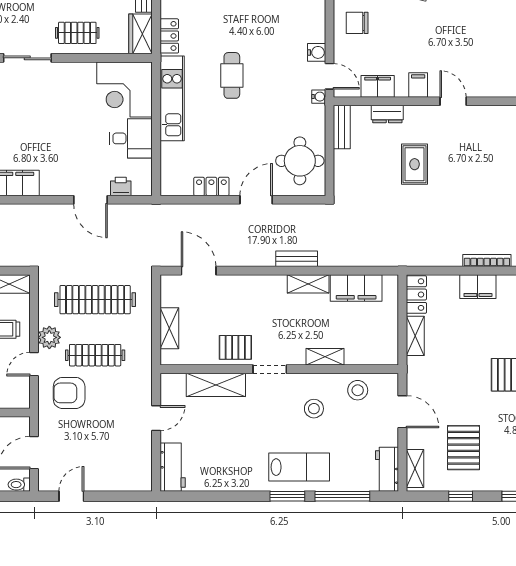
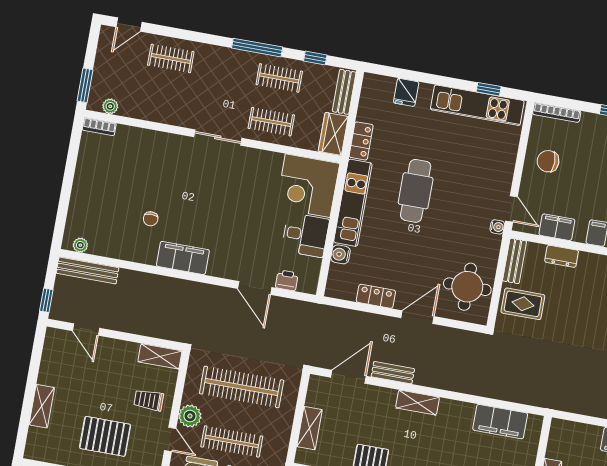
water cooler: (317, 52) -> (340, 254), moved, turned 180
cafe table: (232, 75) -> (416, 191), width x1.37, depth x1.35
rug: (415, 164) -> (523, 304), moved, turned 90
bench: (297, 259) -> (393, 373), moved
door: (199, 271) -> (348, 377), hinge flipped
shelving: (308, 284) -> (417, 403), moved
locker: (416, 295) -> (558, 439), removed
door: (34, 364) -> (170, 439), swing flipped

